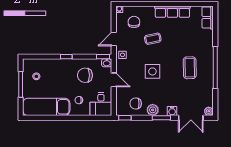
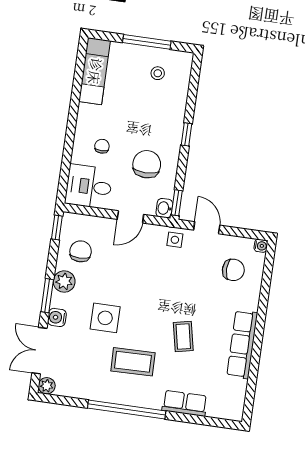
row of seats: (208, 17) -> (185, 403), moved
coffee table: (153, 39) -> (183, 337), moved
side table: (152, 71) -> (105, 318), moved
exam couch: (46, 107) -> (95, 71), width x0.73, depth x0.69

